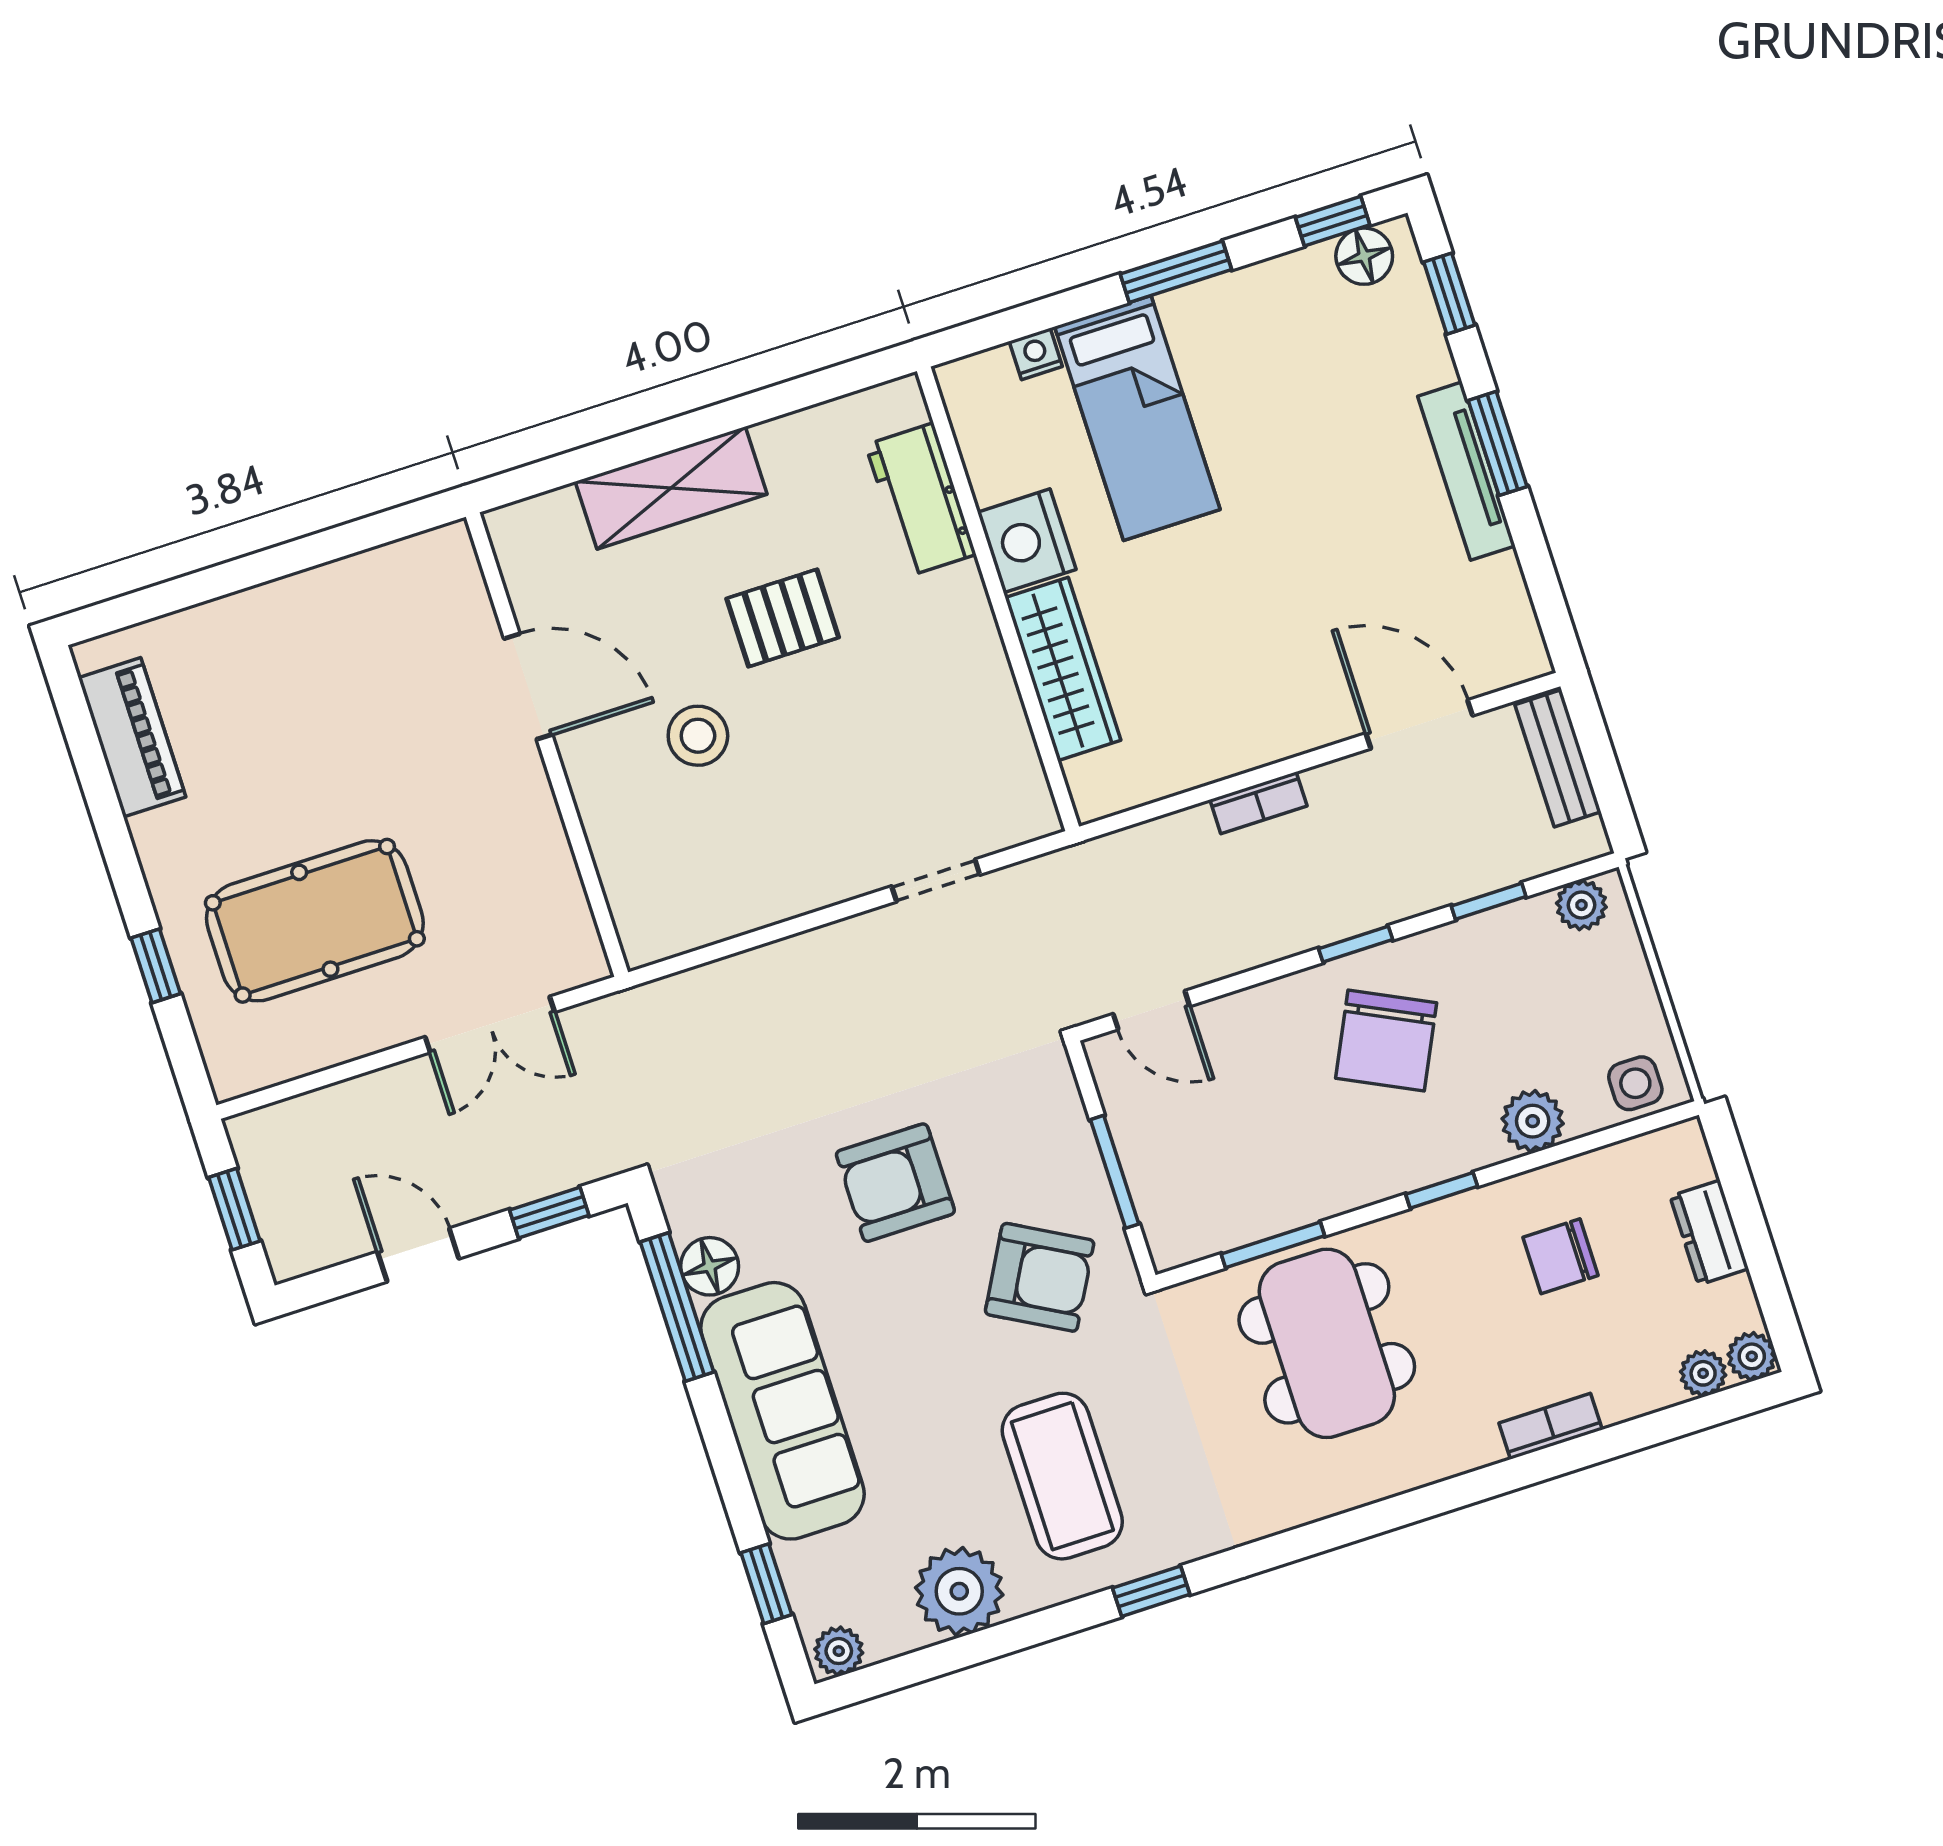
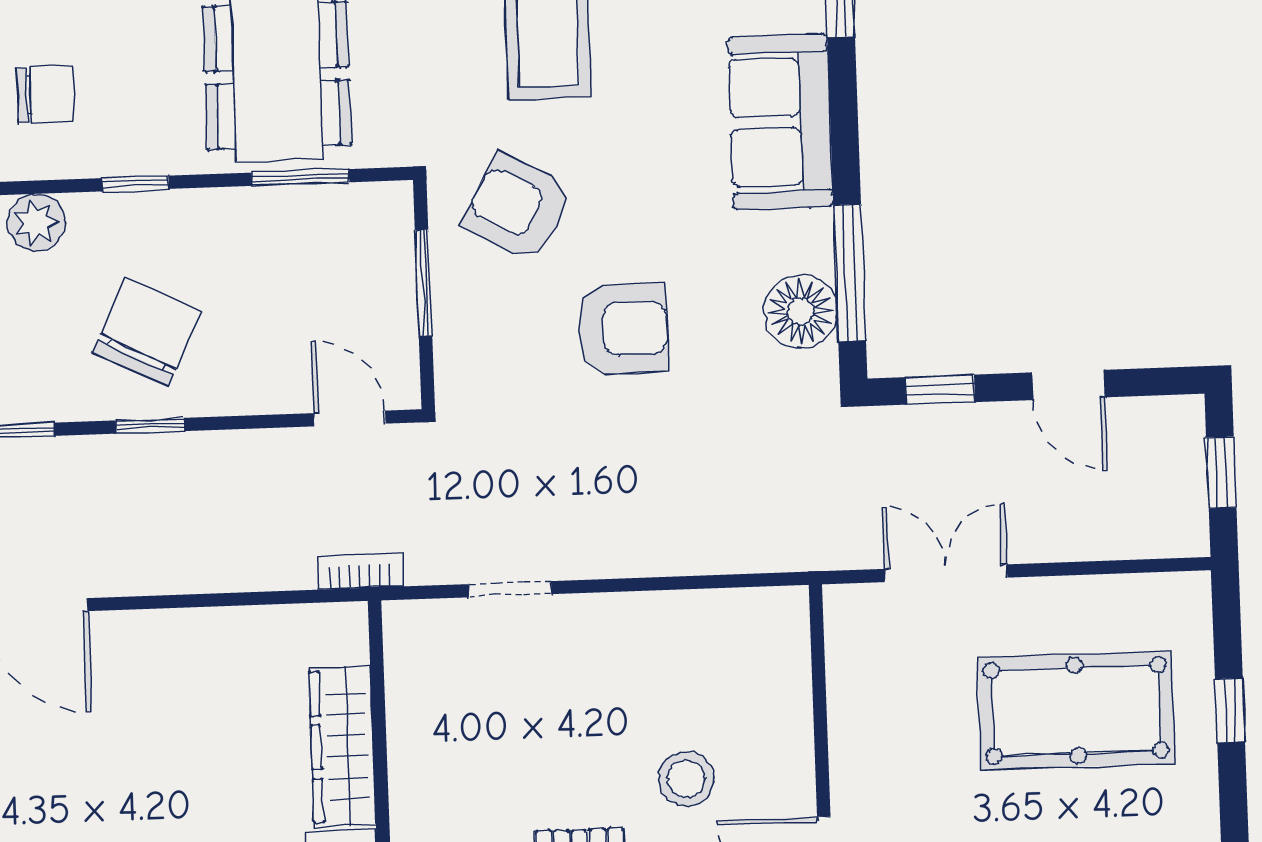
bookcase: (1258, 803) -> (360, 571), moved
floor lamp: (710, 1266) -> (800, 311), width x1.38, depth x1.38
sofa: (782, 1411) -> (780, 122), width x0.73

